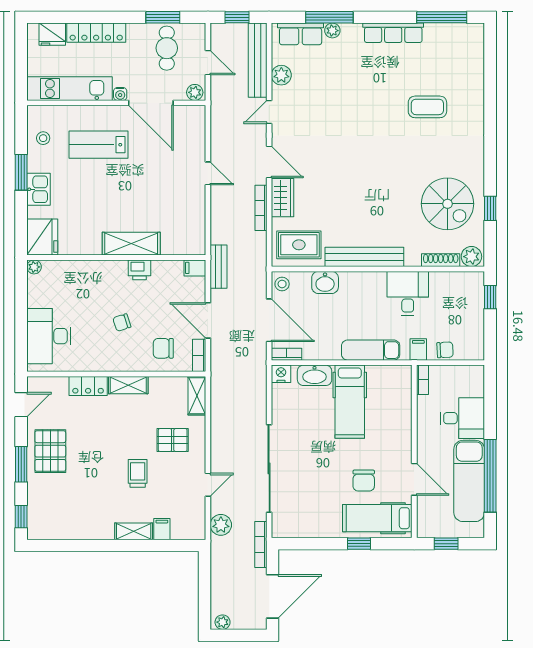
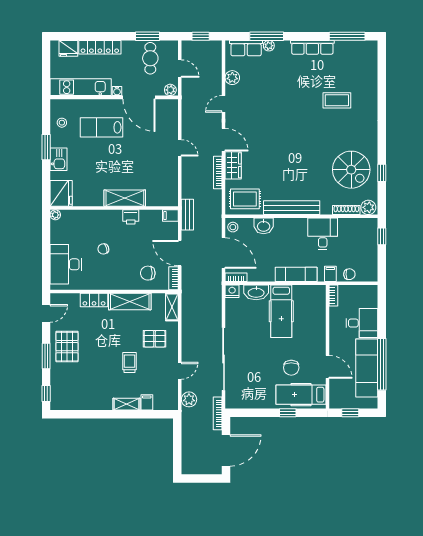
bench: (258, 60) -> (215, 67), removed
chair: (122, 323) -> (103, 249), moved
shelving: (128, 385) -> (130, 302), width x1.50, depth x1.33
plant: (223, 622) -> (190, 469), removed

